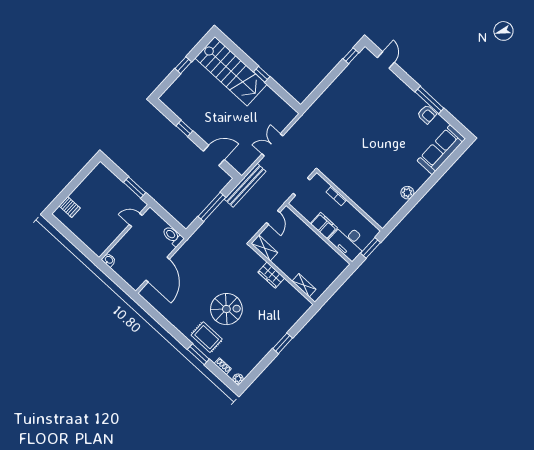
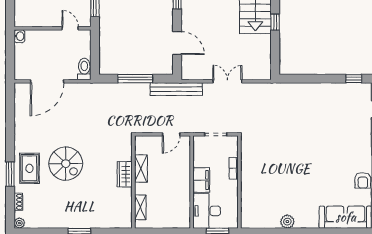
shelving: (264, 248) -> (141, 169), moved

